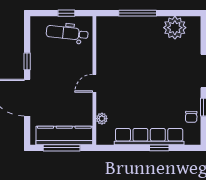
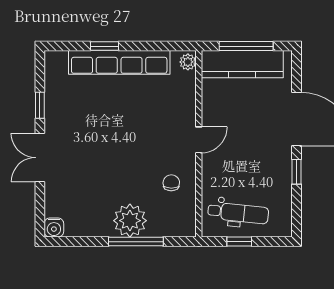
water cooler: (194, 23) -> (54, 228), added
plant: (175, 28) -> (130, 221), moved
chair: (191, 117) -> (171, 183), moved
plant: (102, 119) -> (188, 62), moved

